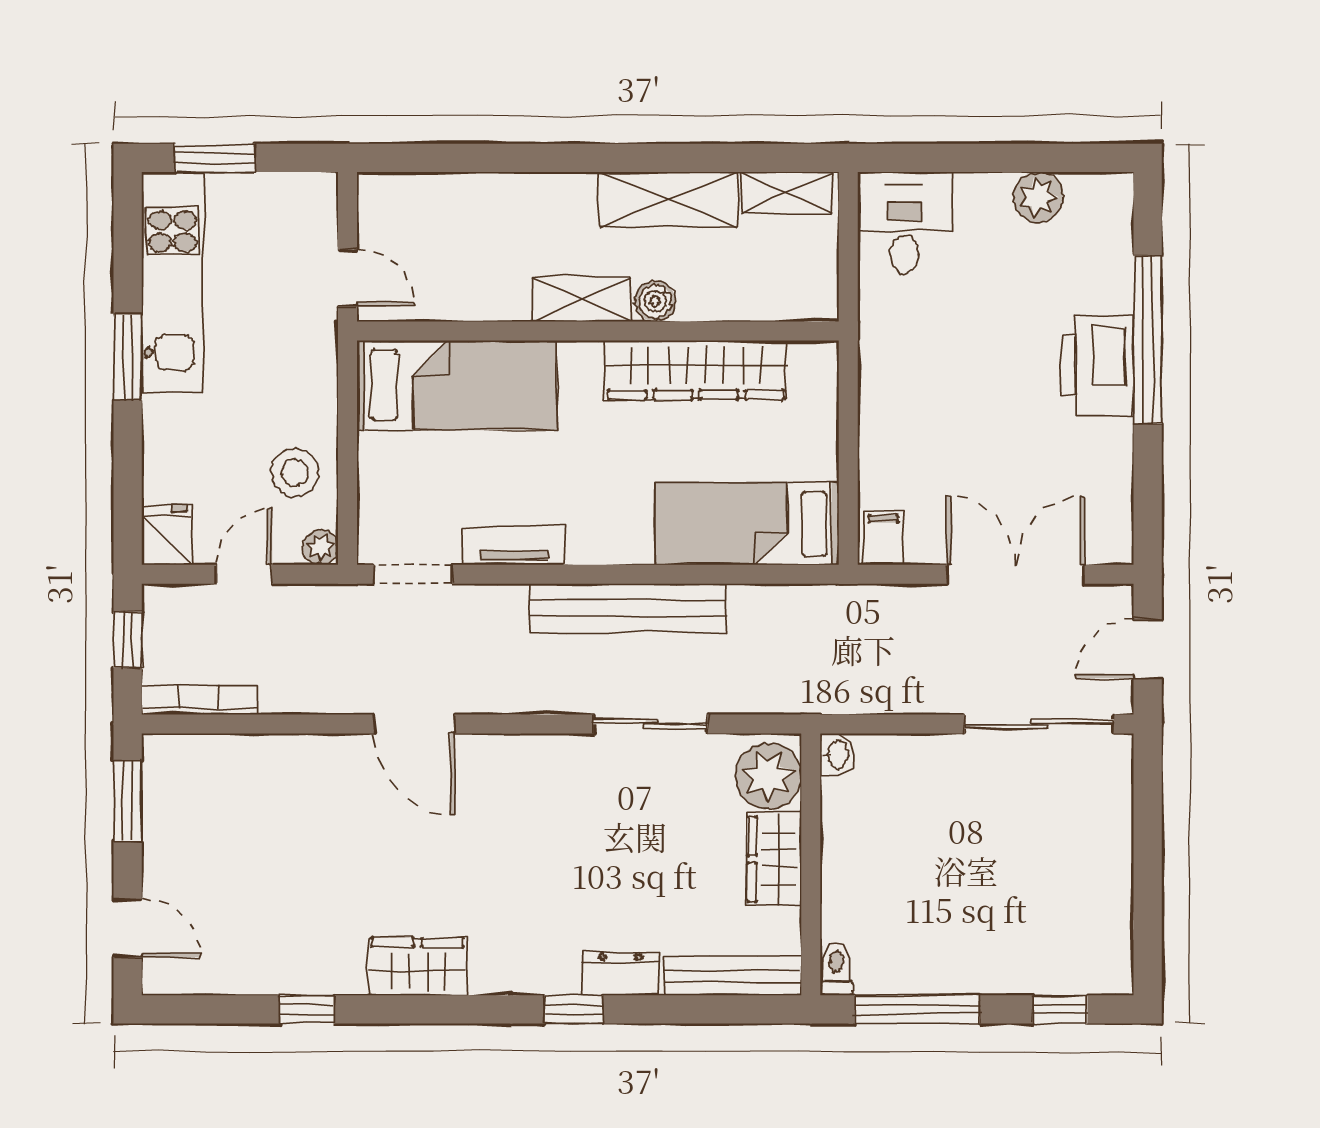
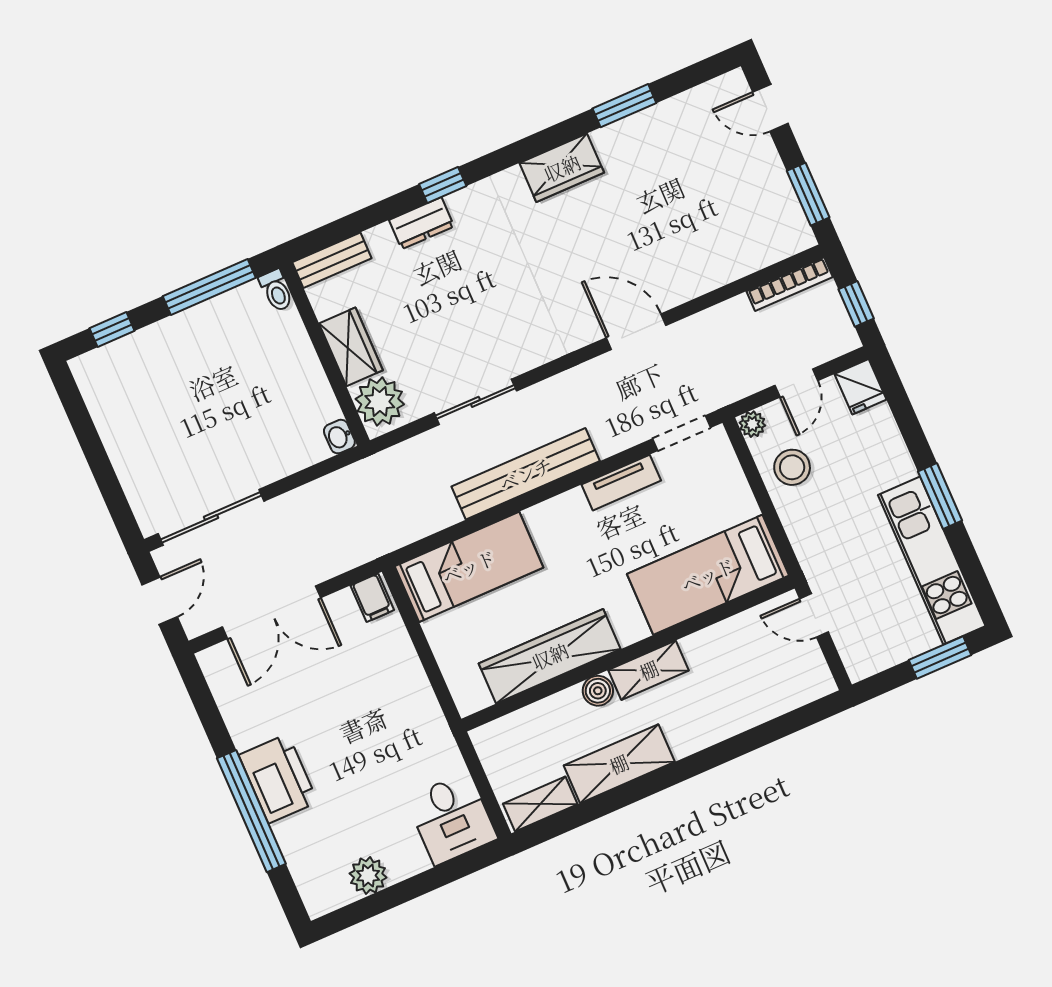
bench: (733, 976) -> (332, 260), width x0.73
window: (307, 1009) -> (624, 106), width x1.50

